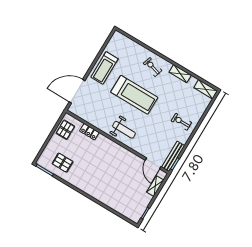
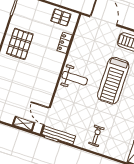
weight bench: (124, 130) -> (75, 78), turned -90
pallet: (63, 163) -> (20, 44), moved, width x1.50, depth x1.42
door: (153, 163) -> (47, 116), hinge flipped

